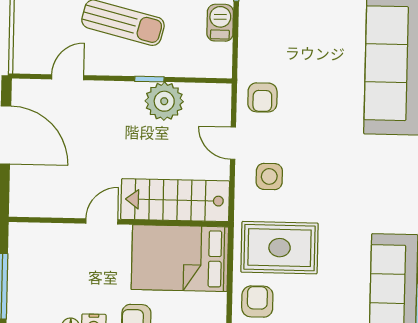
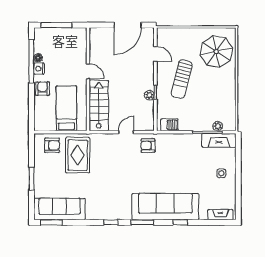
barbecue: (220, 23) -> (169, 125), moved
plant: (164, 101) -> (149, 95), width x0.53, depth x0.53
side table: (269, 176) -> (111, 150), removed
bed: (180, 258) -> (67, 108), width x0.67

